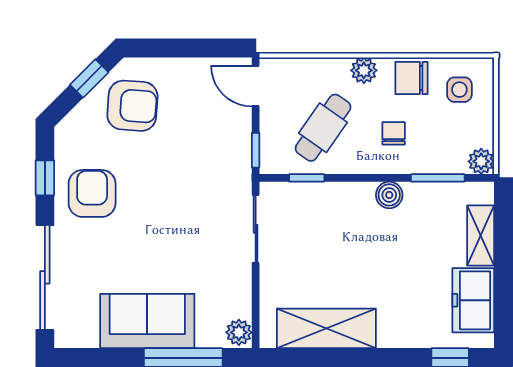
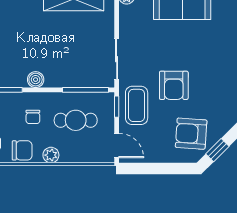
cafe table: (323, 128) -> (76, 120), turned 55
coffee table: (223, 152) -> (137, 105), added
window: (307, 178) -> (86, 90), width x2.17
armchair: (92, 193) -> (174, 85), moved

